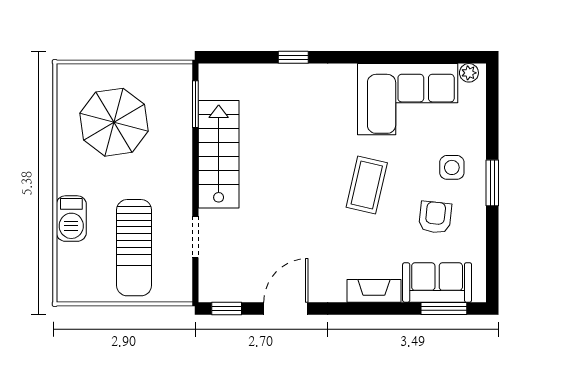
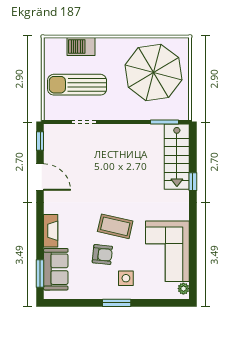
parasol: (114, 122) -> (153, 72), width x1.36, depth x1.36
stairs: (219, 154) -> (177, 157), moved, turned 90
armchair: (435, 217) -> (102, 255), moved
barbecue: (71, 219) -> (81, 46), moved

